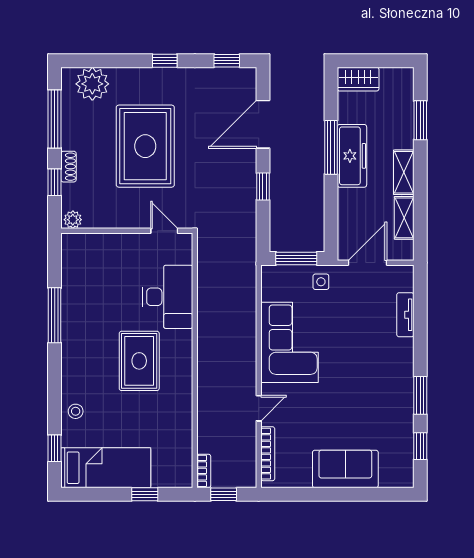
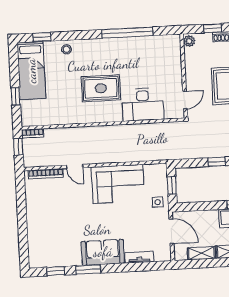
window: (296, 258) -> (172, 186), width x0.67
window: (55, 315) -> (127, 33), width x1.46
sofa: (345, 469) -> (103, 252), moved, turned -90

